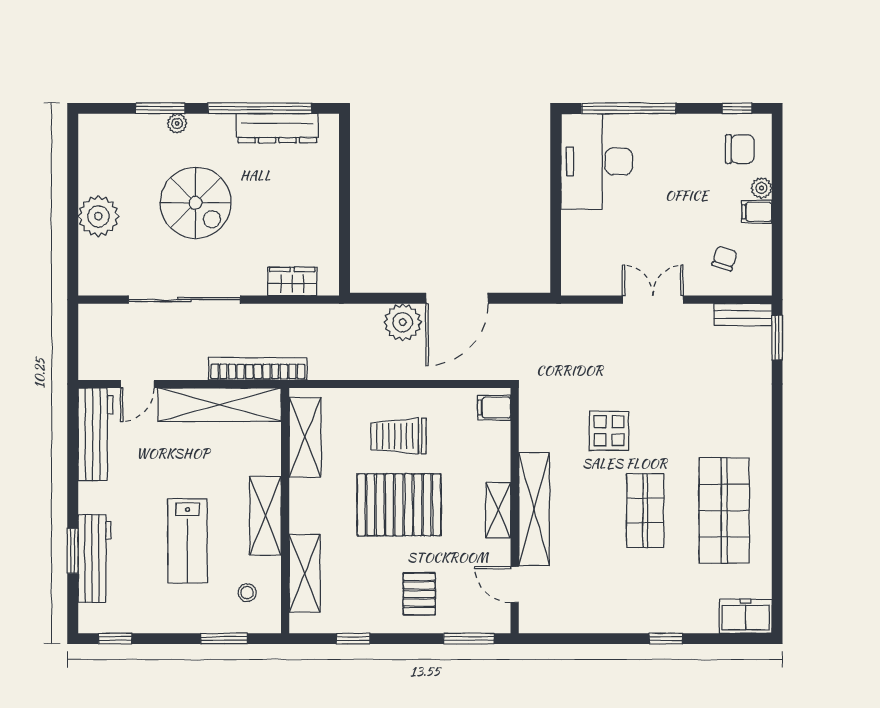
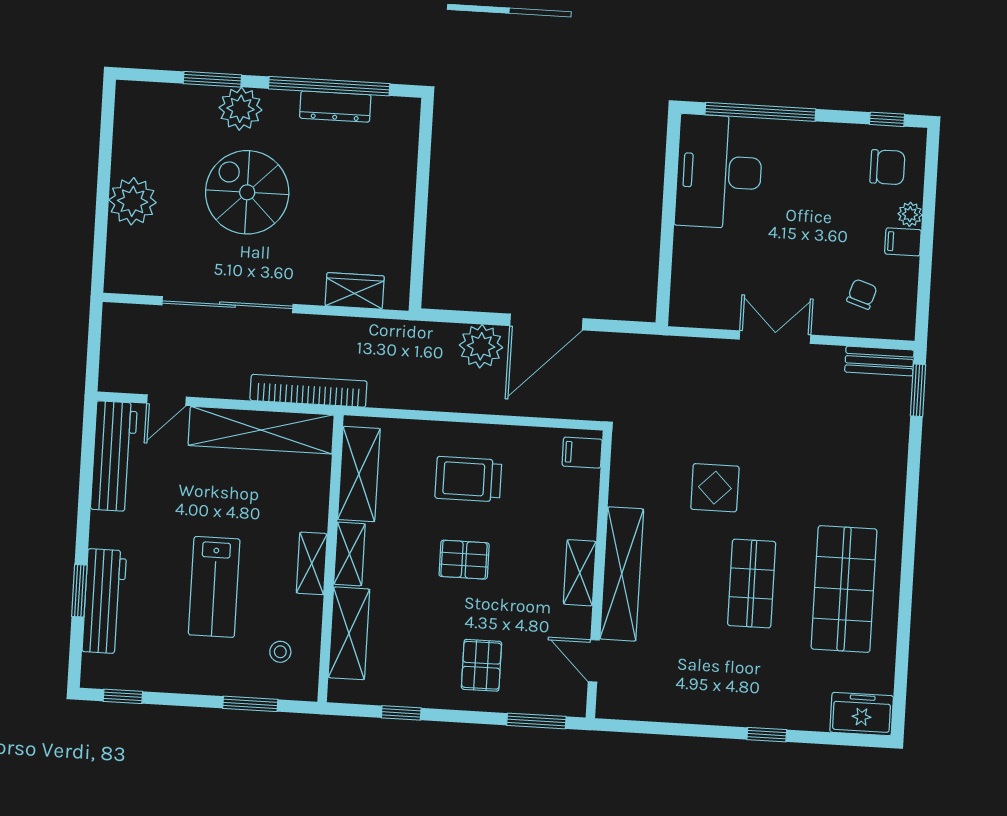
plant: (177, 123) -> (240, 109), width x1.87, depth x1.87
dresser: (277, 128) -> (335, 107), width x0.73, depth x0.80
spiral stairs: (196, 203) -> (247, 192), turned 180
pallet: (399, 505) -> (464, 560), width x0.49, depth x0.50
shelving: (301, 506) -> (349, 554), added
shelving: (265, 516) -> (312, 563), width x0.67, depth x0.75

